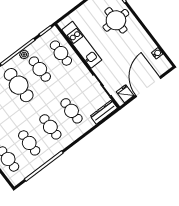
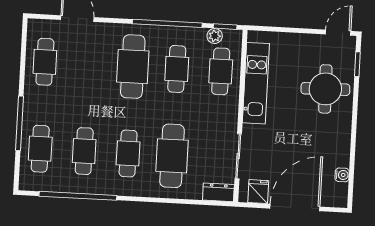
plant: (24, 55) -> (215, 36), moved
cafe table: (71, 111) -> (172, 156), width x1.37, depth x1.35
dresser: (104, 112) -> (218, 192), width x0.70

